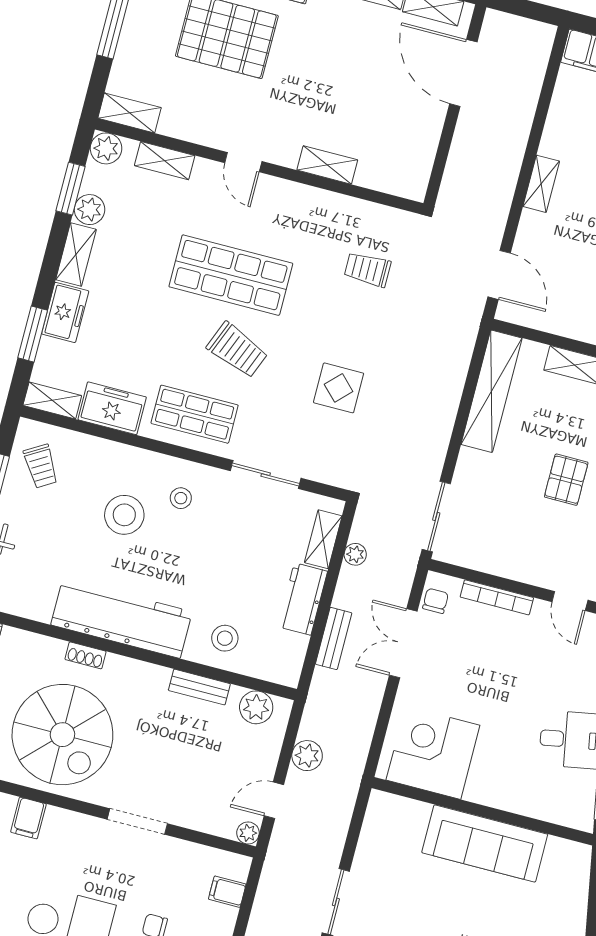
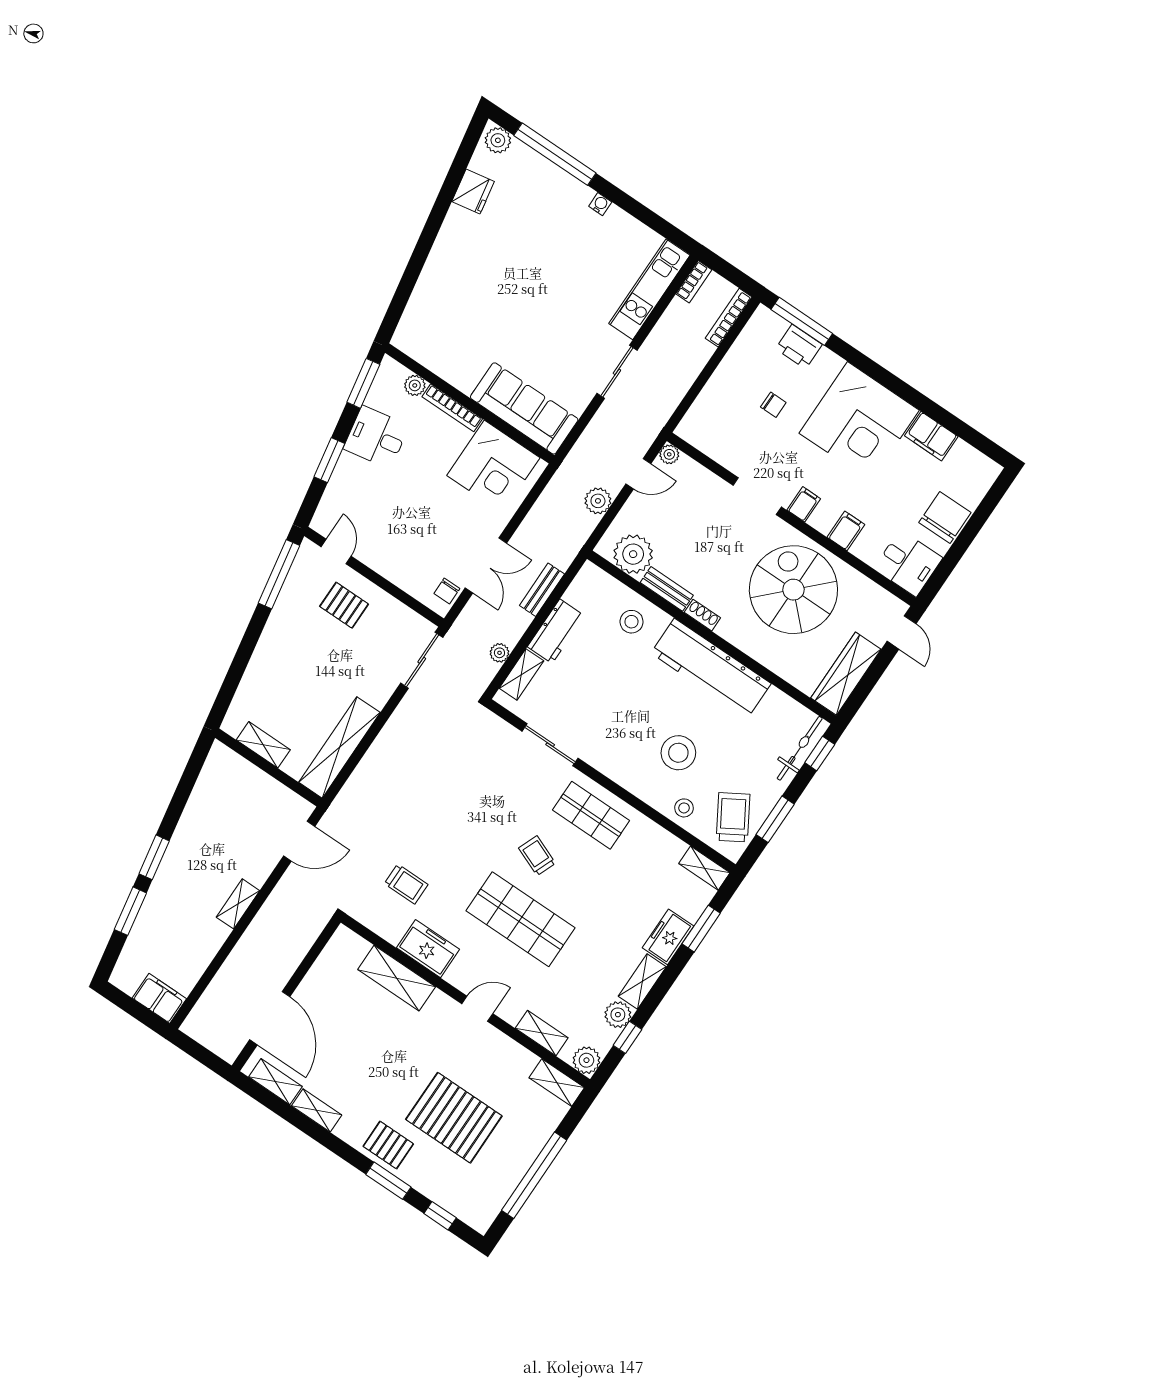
door: (243, 162) -> (477, 1009), hinge flipped
shelving: (327, 165) -> (397, 978), width x1.50, depth x1.33
window: (71, 189) -> (627, 1037), width x0.67
door: (499, 275) -> (299, 841), swing flipped
trolley: (237, 350) -> (537, 856), width x0.73, depth x0.72
display table: (339, 388) -> (465, 795), removed
freezer: (112, 408) -> (428, 949), moved, turned 180
trolley: (41, 466) -> (733, 817), width x1.36, depth x1.39
pallet: (566, 480) -> (344, 605), moved, turned 90
stool: (181, 498) -> (684, 808), moved
bookcase: (497, 597) -> (452, 408), moved, turned 180
shoe rack: (86, 655) -> (702, 615), moved
plant: (256, 707) -> (633, 554), width x1.36, depth x1.36
plant: (549, 810) -> (415, 385), added
sofa: (485, 843) -> (524, 408), moved
filing cabinet: (227, 892) -> (804, 504), moved, turned -90

